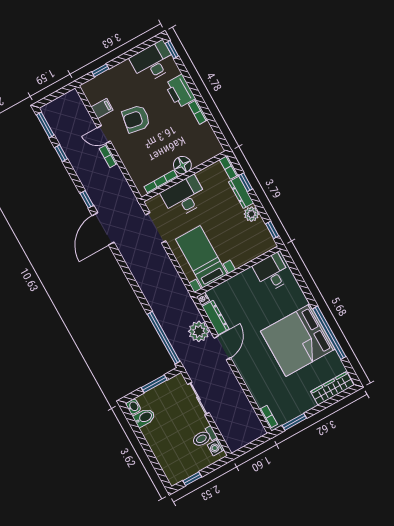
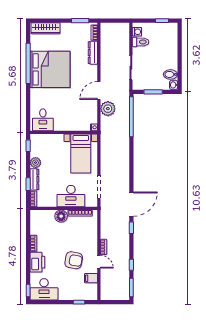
dresser: (216, 318) -> (93, 53), moved

